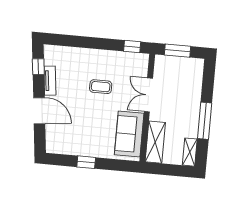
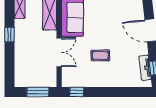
tv unit: (50, 81) -> (145, 68), moved
window: (205, 121) -> (9, 35), width x0.46

